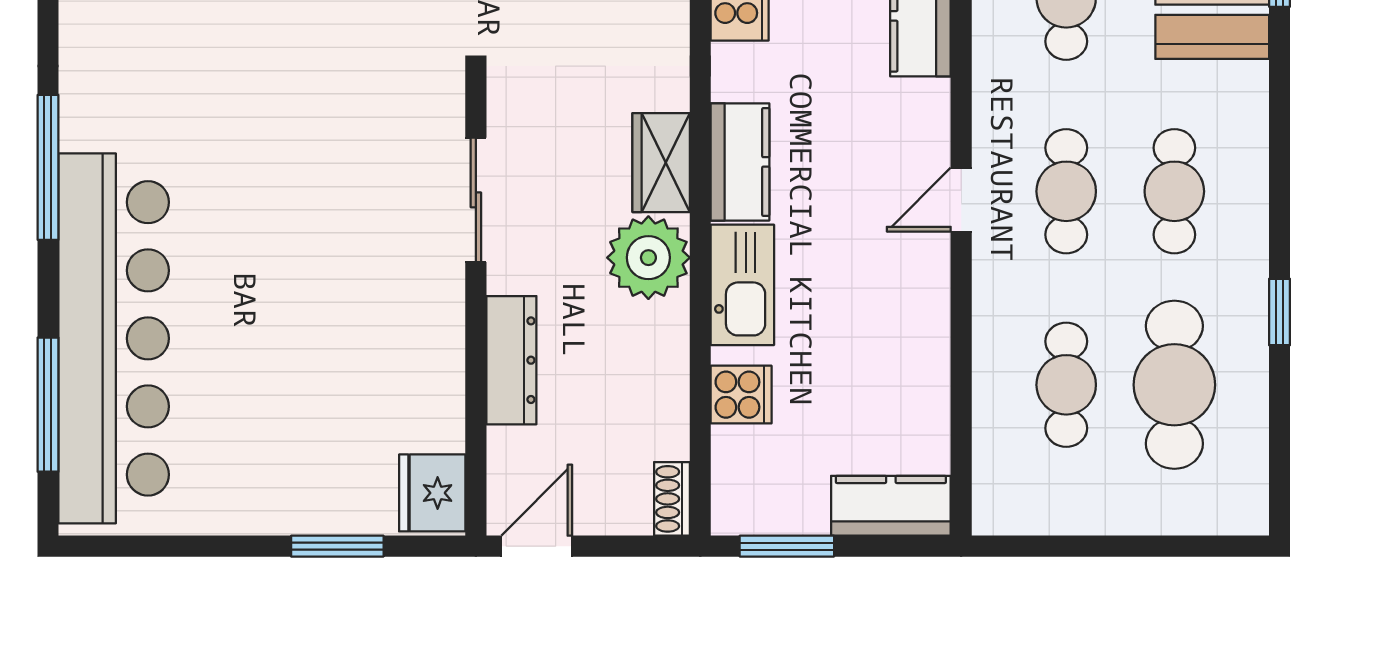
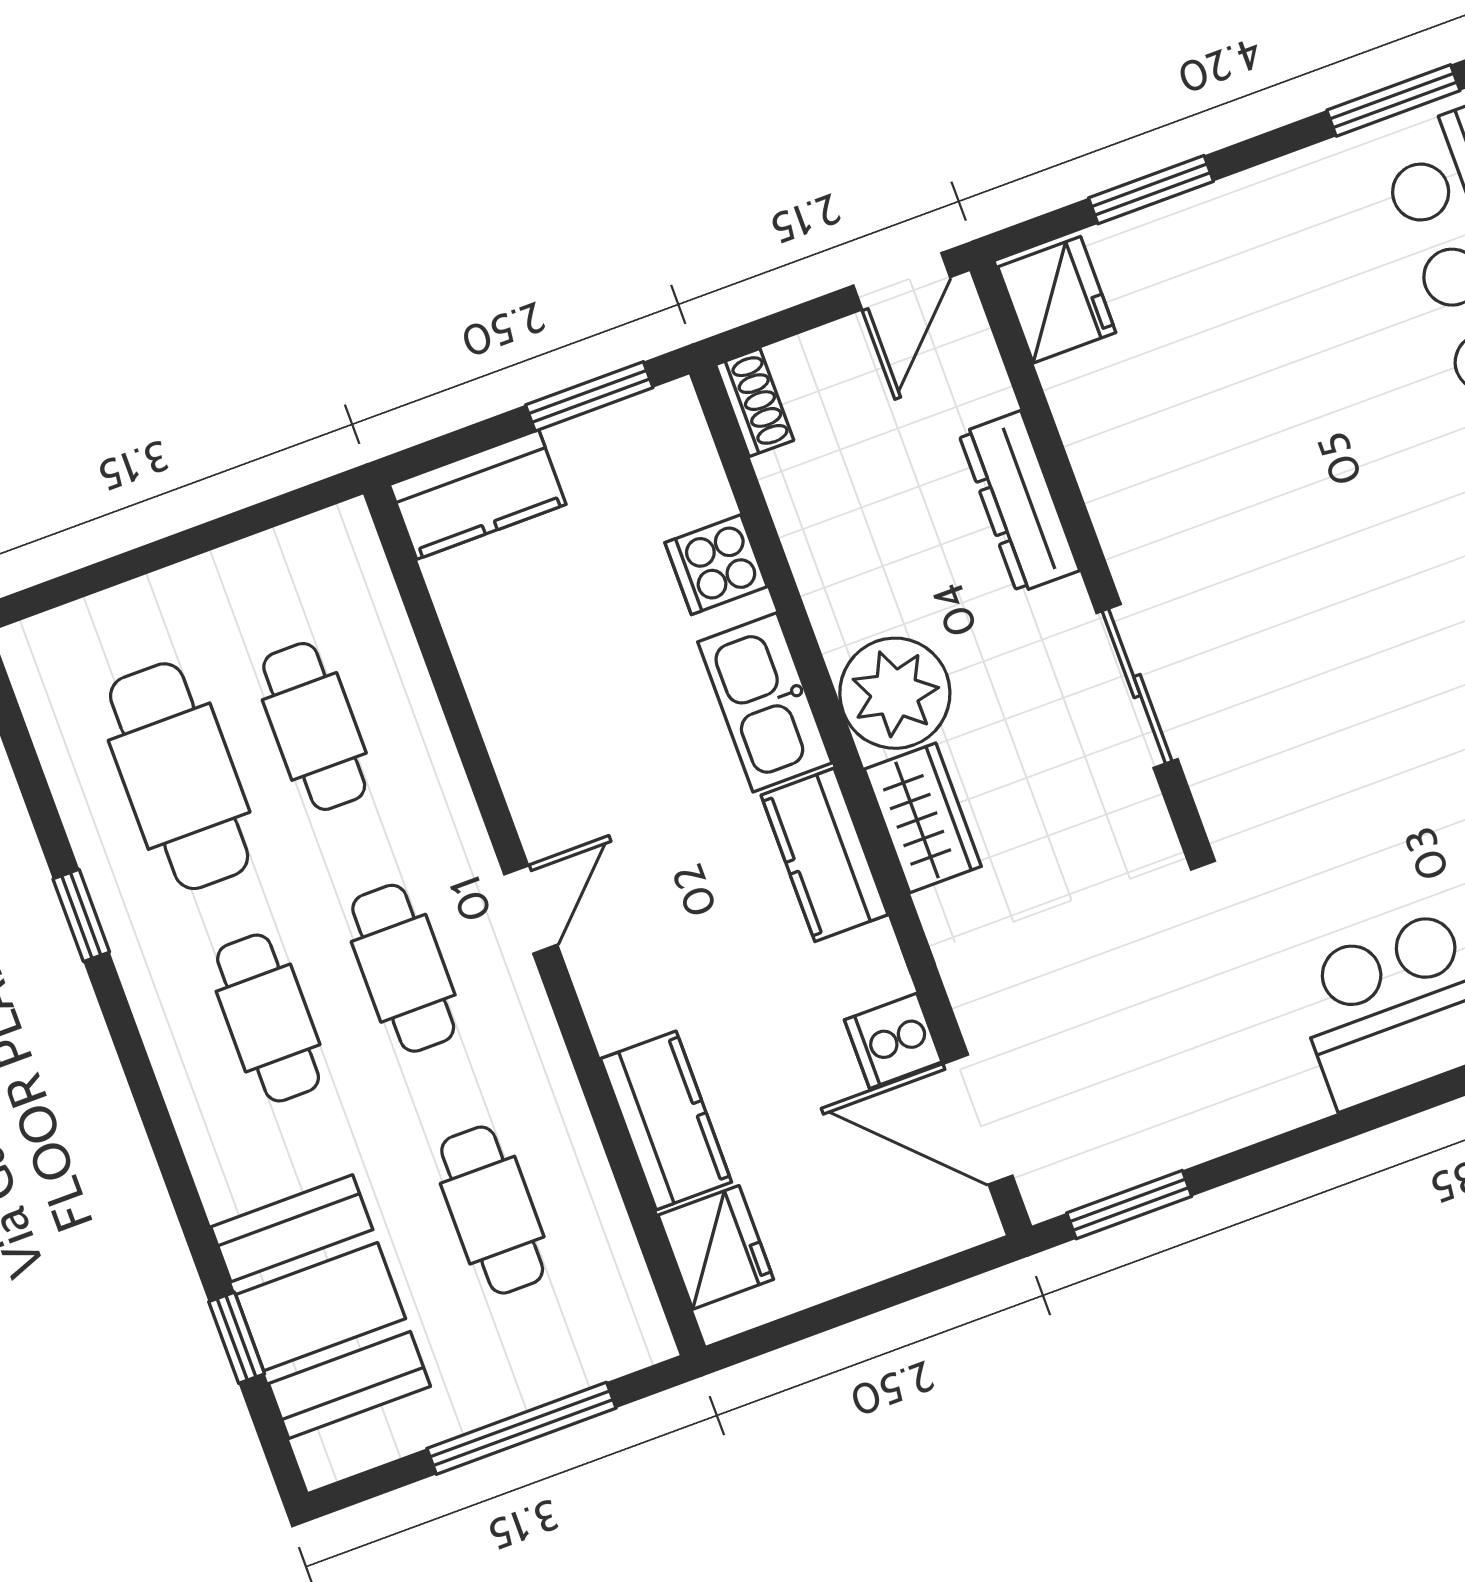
window: (143, 546) -> (1393, 100), added

